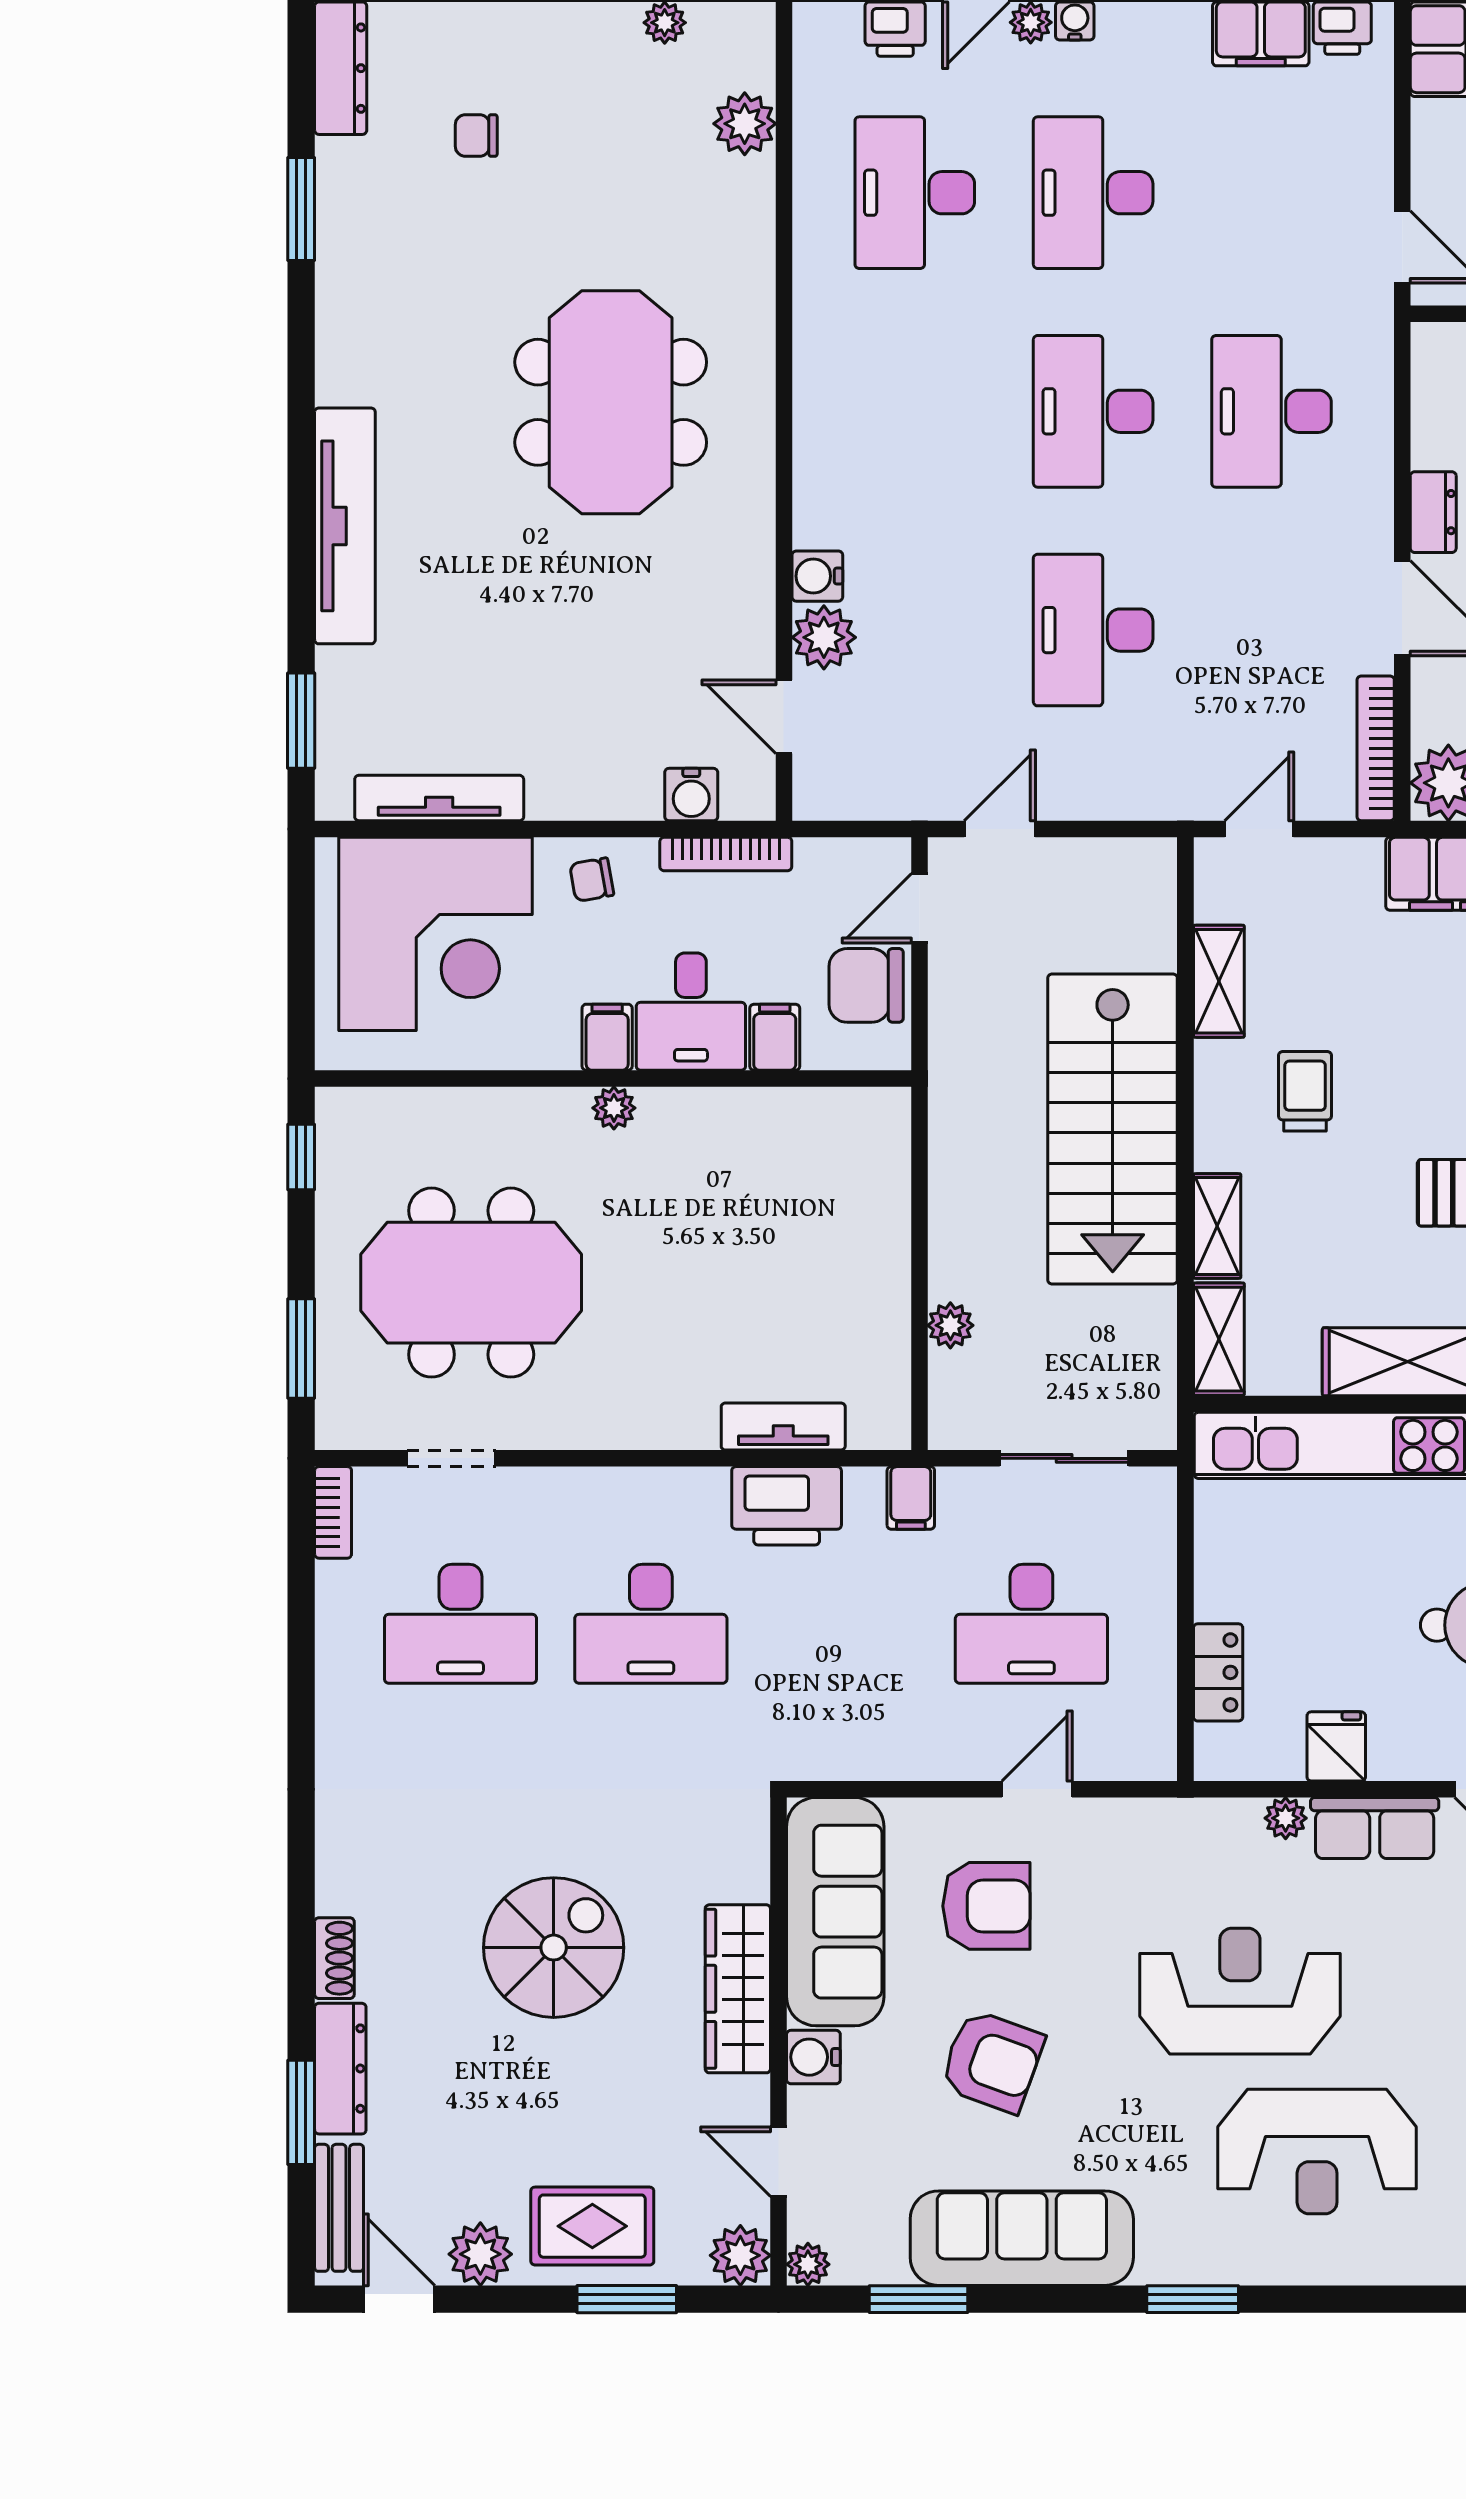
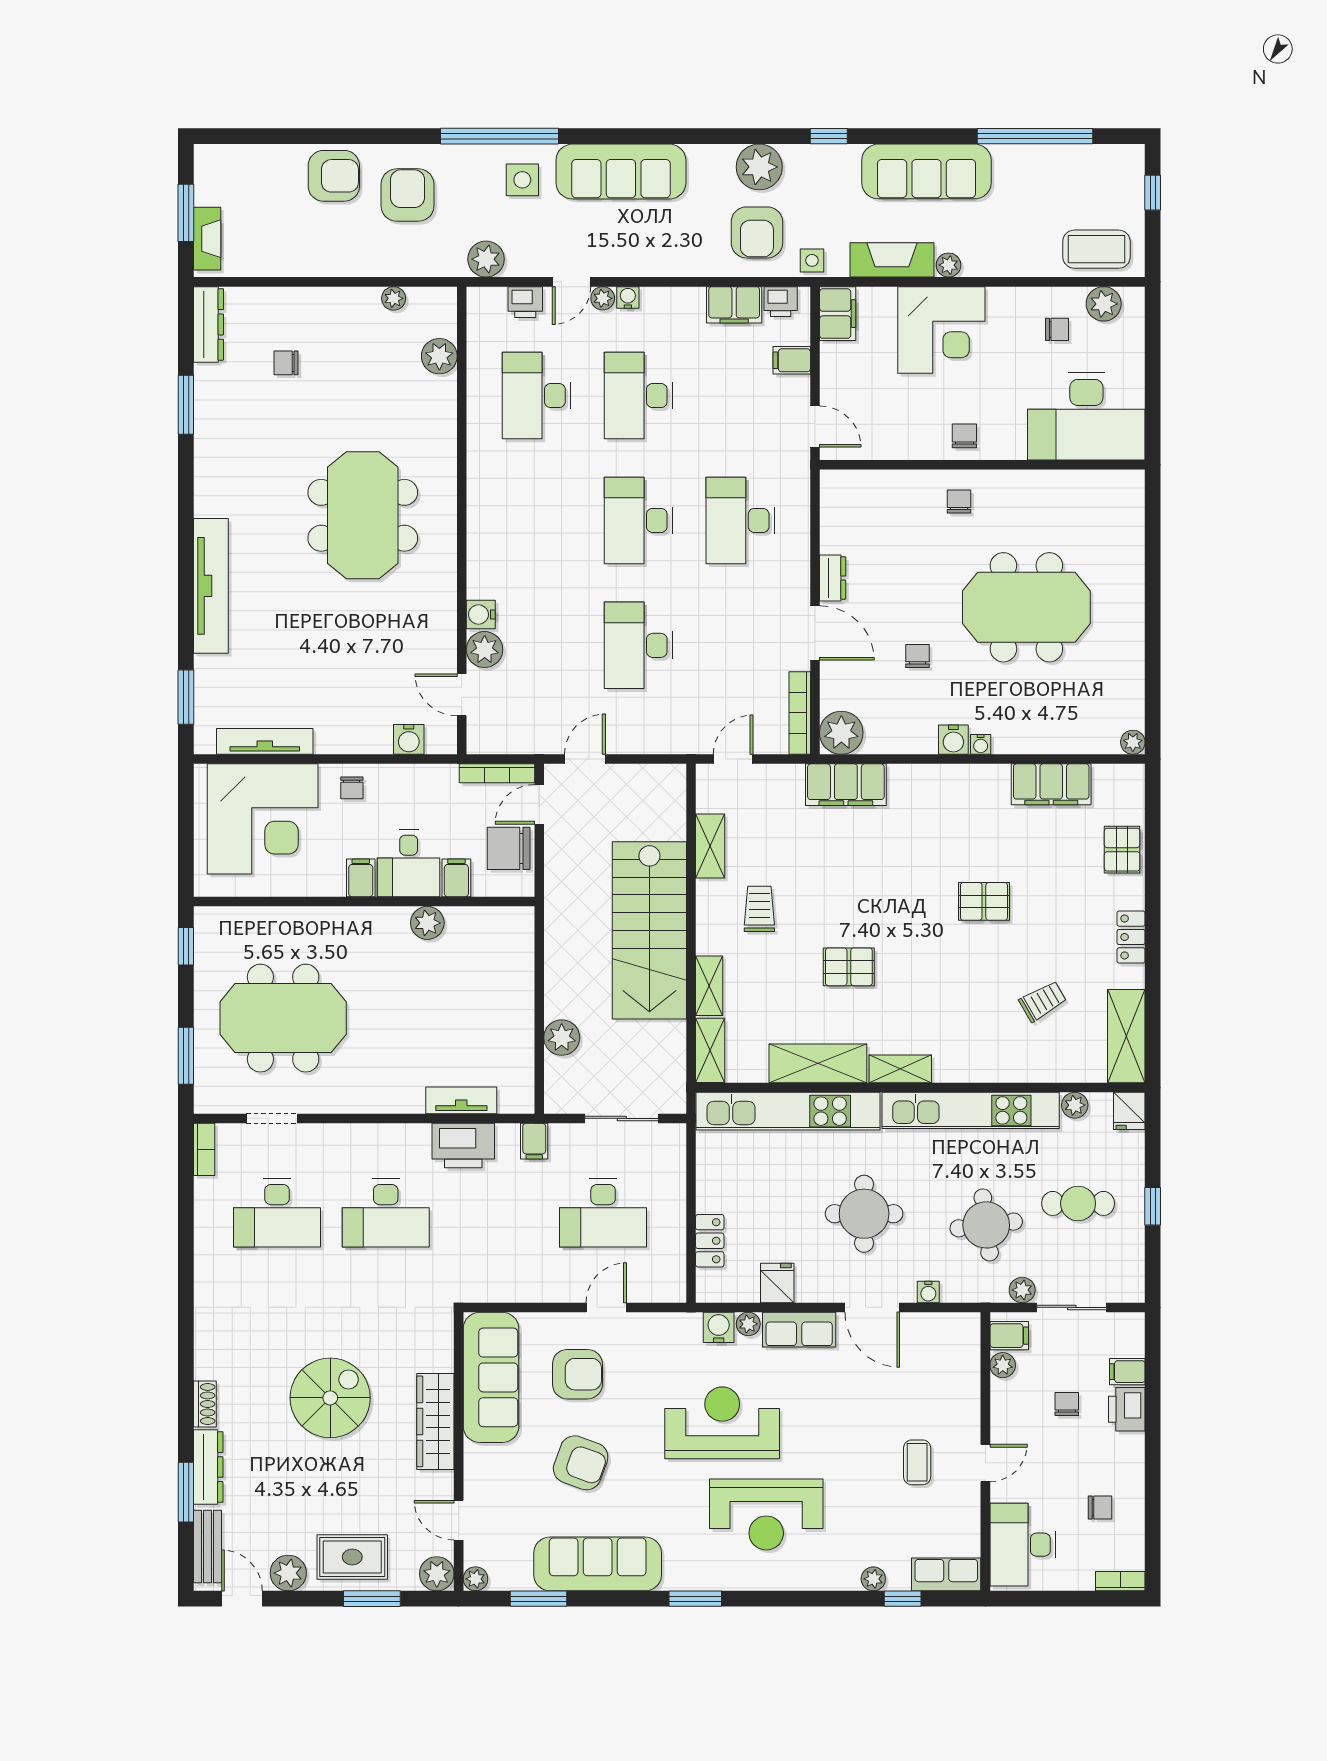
filing cabinet: (1362, 131) -> (792, 360), added
bookcase: (726, 854) -> (497, 773), moved
chair: (592, 880) -> (352, 788), turned -80
plant: (614, 1108) -> (427, 923), moved, width x1.38, depth x1.38
plant: (950, 1325) -> (562, 1038), width x1.38, depth x1.38
water cooler: (813, 2057) -> (719, 1327), moved, turned 90

